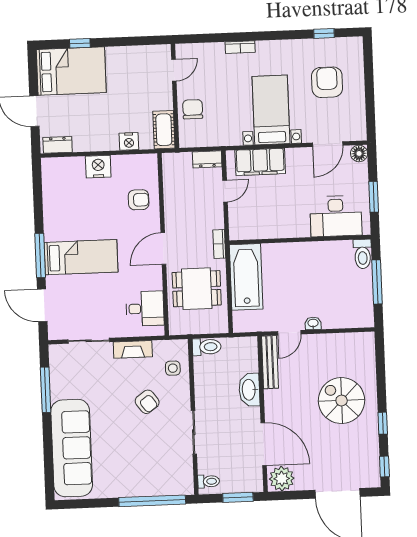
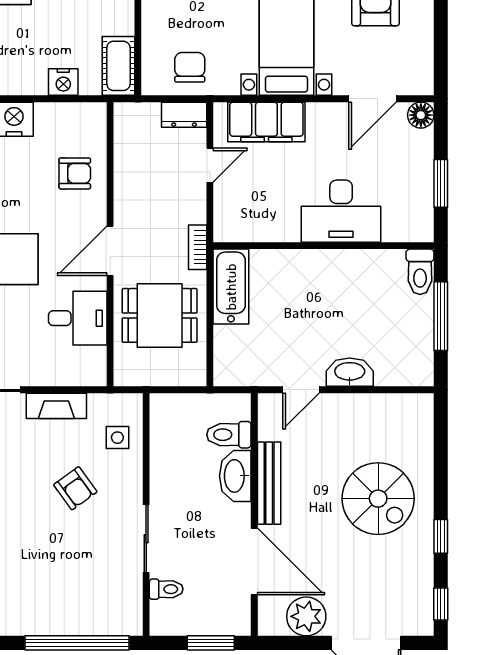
chair: (193, 109) -> (190, 67), moved
desk: (336, 216) -> (341, 211), moved
bathtub: (246, 277) -> (231, 287), width x0.73, depth x0.73
desk: (145, 309) -> (78, 318), moved
washbasin: (313, 323) -> (350, 372), width x1.91, depth x1.45
toilet: (207, 347) -> (229, 435), moved, turned 180
bench: (270, 362) -> (269, 483), moved
spiral stairs: (342, 401) -> (378, 499), turned 180
plant: (282, 479) -> (306, 616), moved
toilet: (209, 481) -> (166, 589), moved

